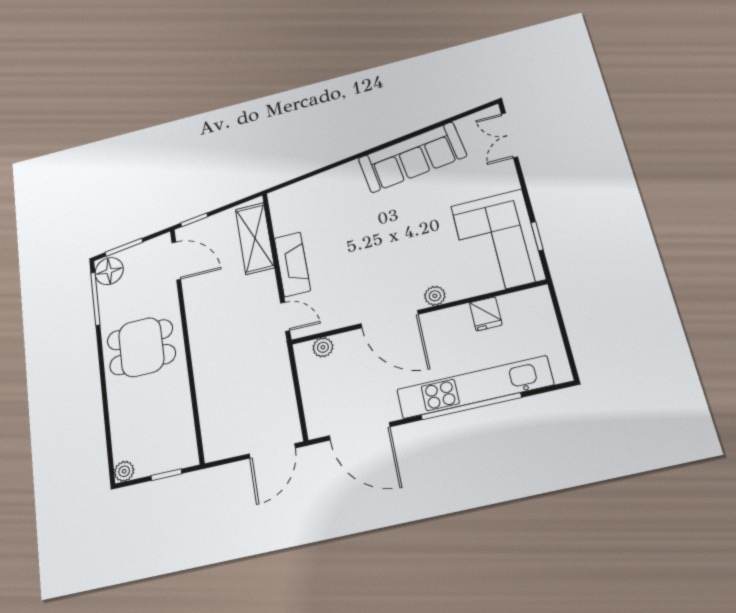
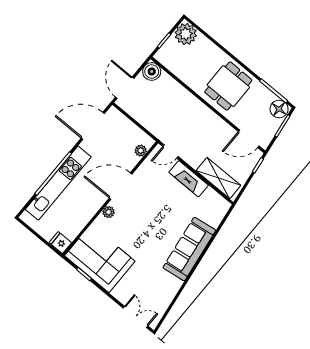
sofa: (412, 157) -> (189, 249), moved
fridge: (486, 314) -> (60, 243), moved
boiler: (218, 445) -> (152, 71), added
plant: (124, 471) -> (186, 34), width x1.87, depth x1.87

